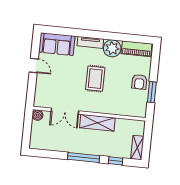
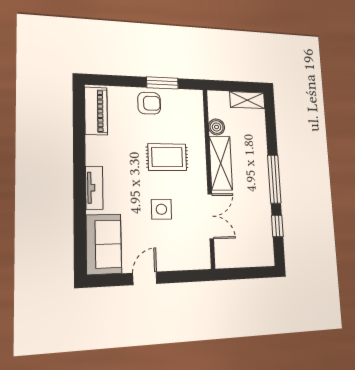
plant: (112, 48) -> (100, 150), removed
rug: (95, 79) -> (167, 157), moved
side table: (73, 81) -> (161, 209), added
boiler: (38, 115) -> (217, 127), moved
window: (116, 161) -> (277, 226), moved

